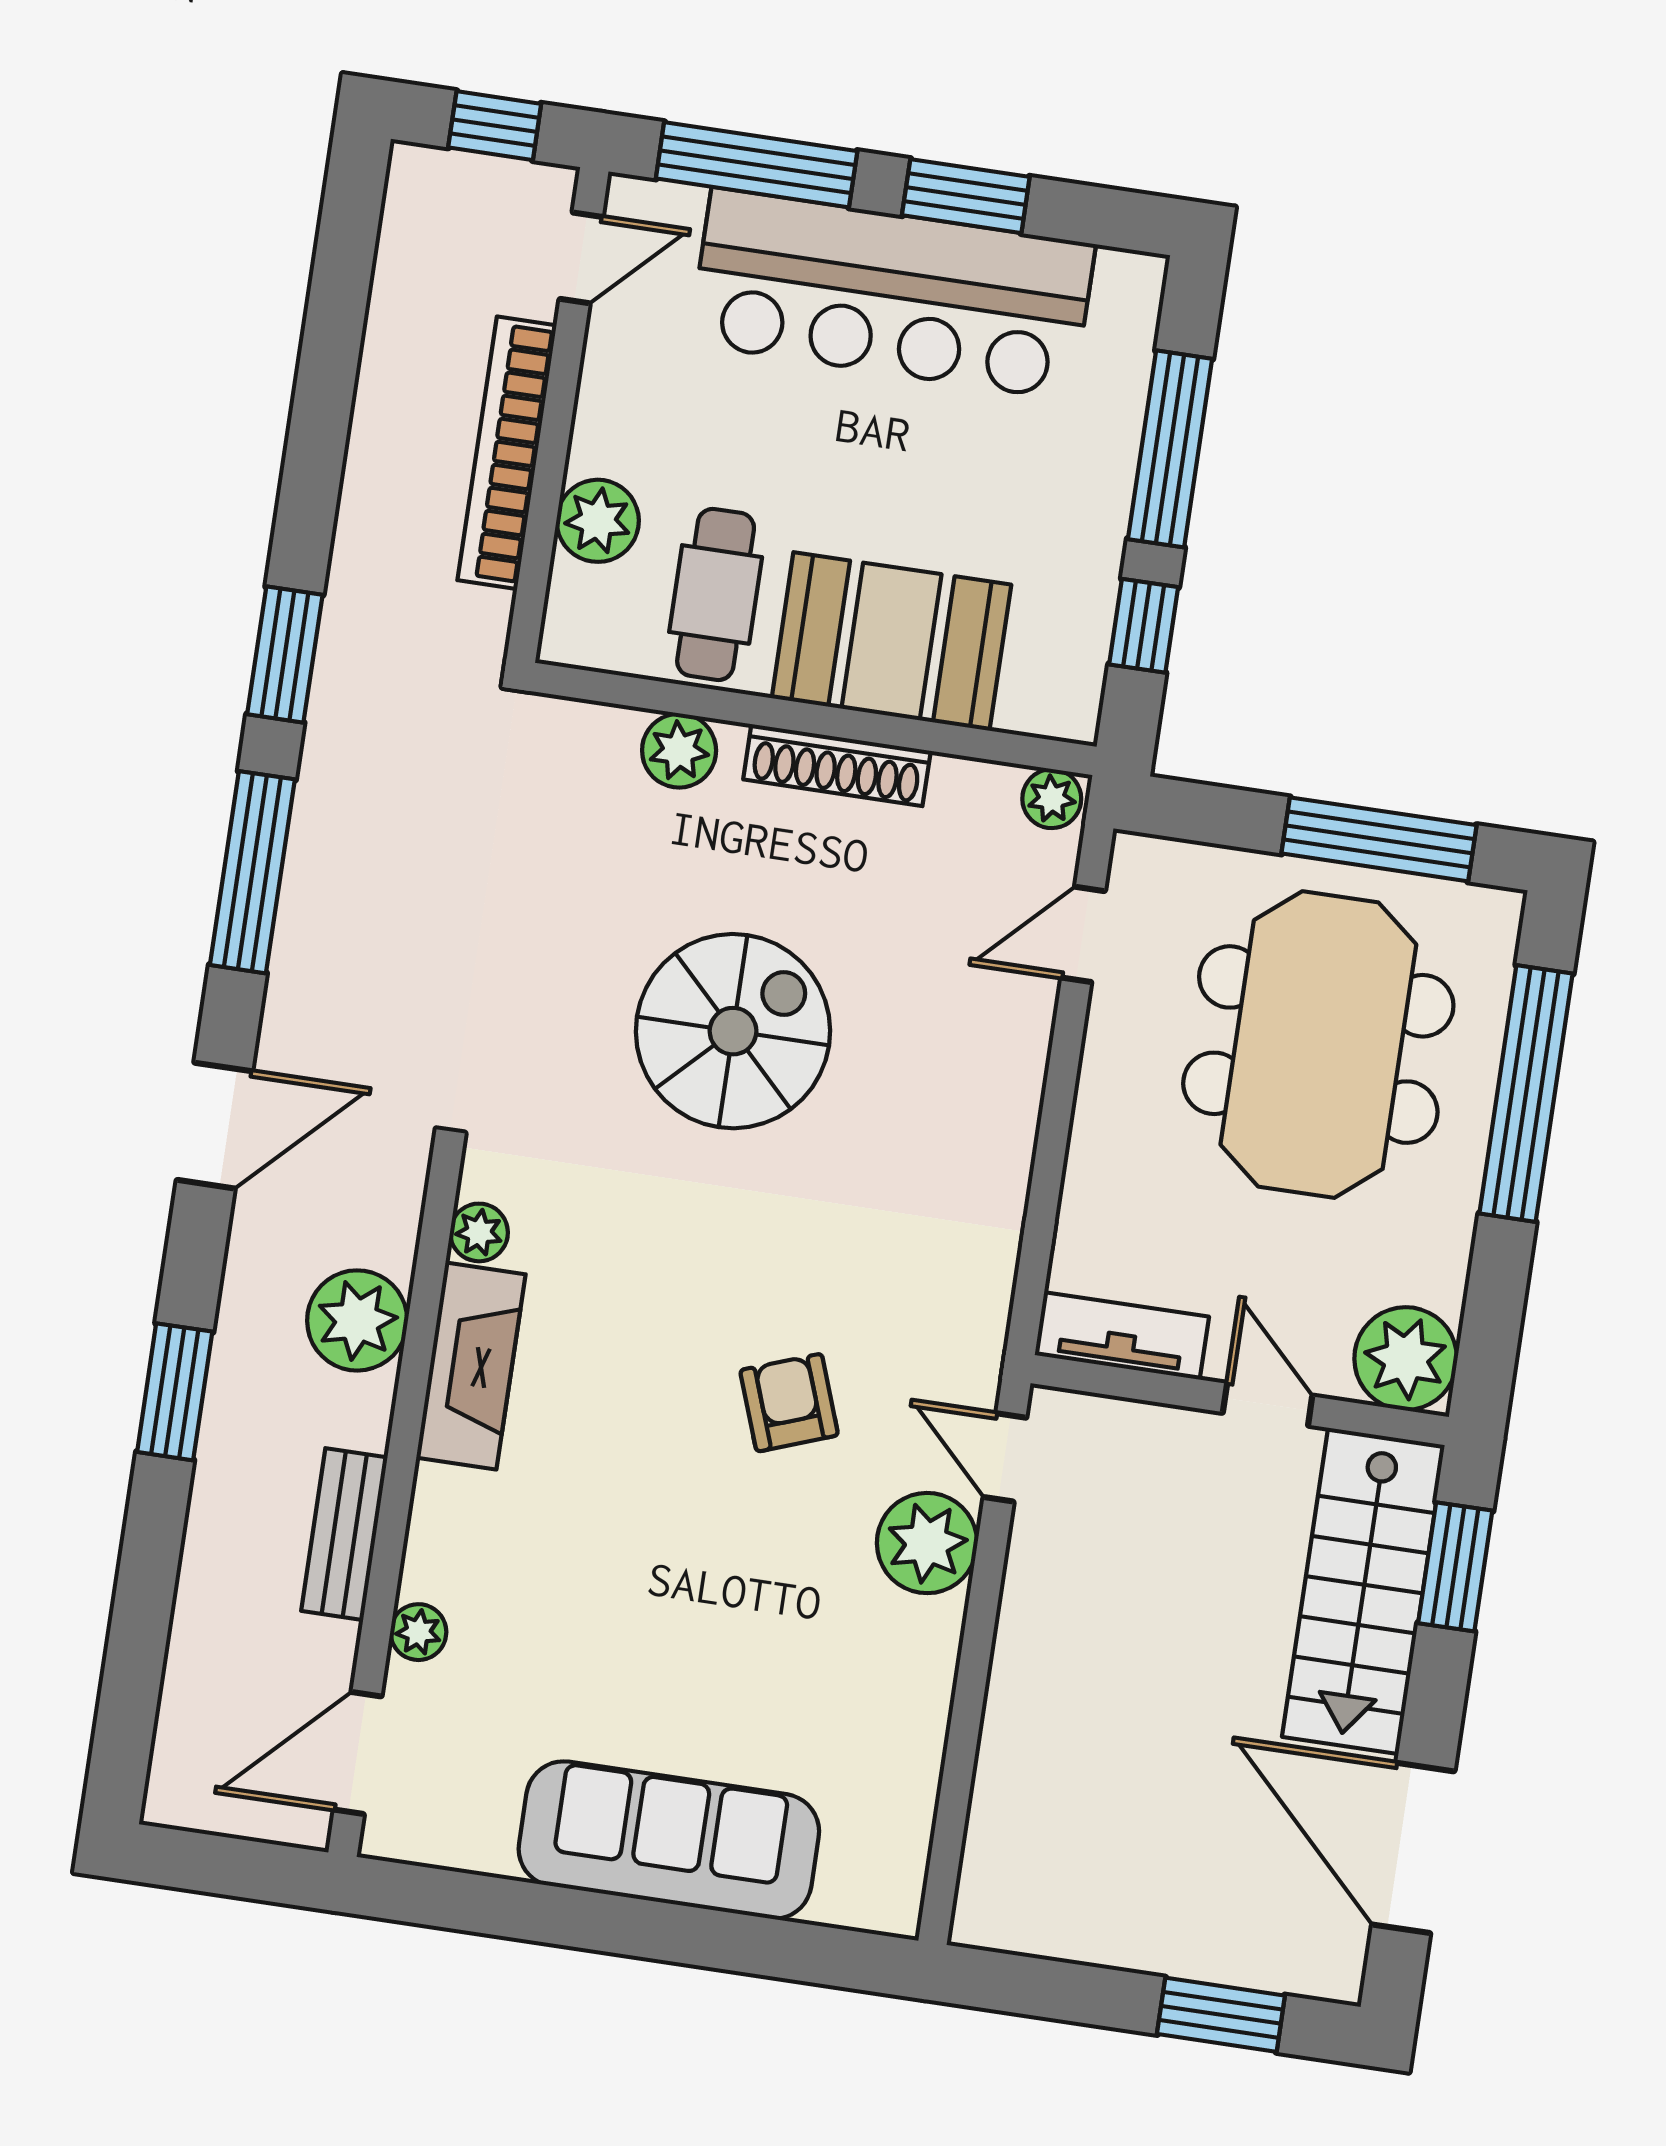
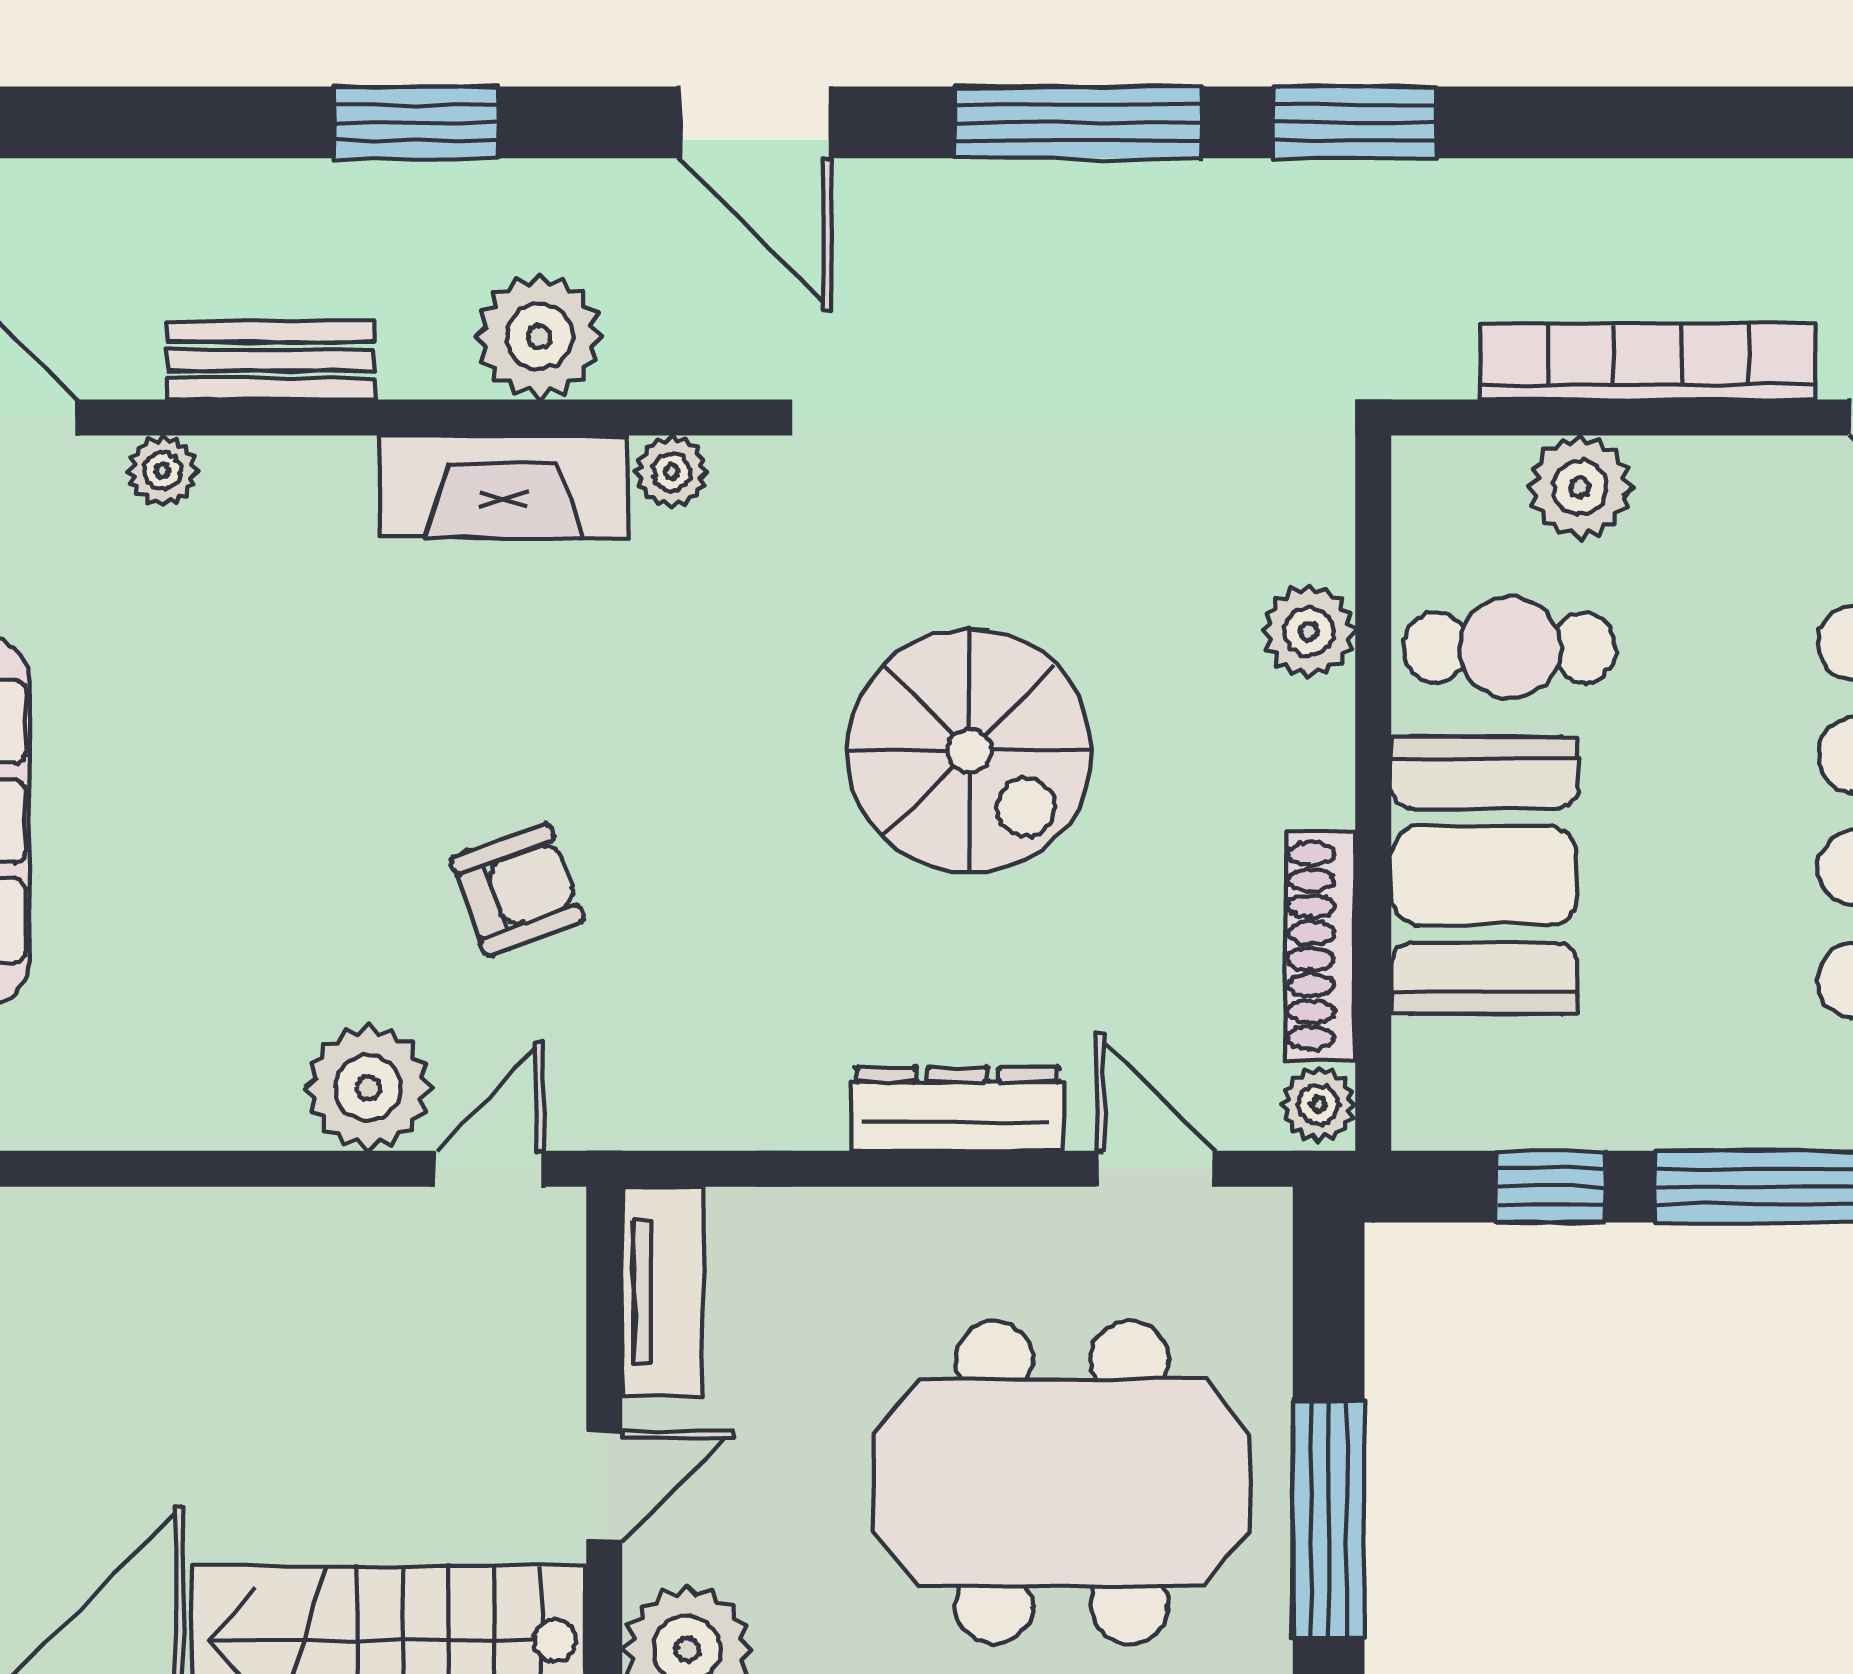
shoe rack: (837, 765) -> (1320, 946), moved
dresser: (1013, 1083) -> (957, 1109), added

